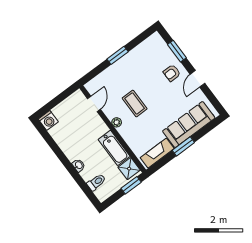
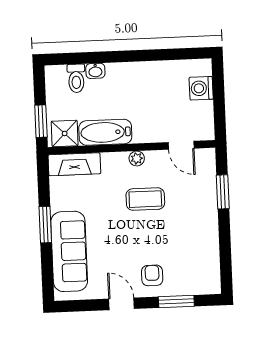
window: (118, 55) -> (223, 192), moved
washing machine: (48, 120) -> (201, 88), moved
fireplace: (157, 153) -> (74, 164), moved, turned 90
washbasin: (79, 165) -> (95, 71), moved

